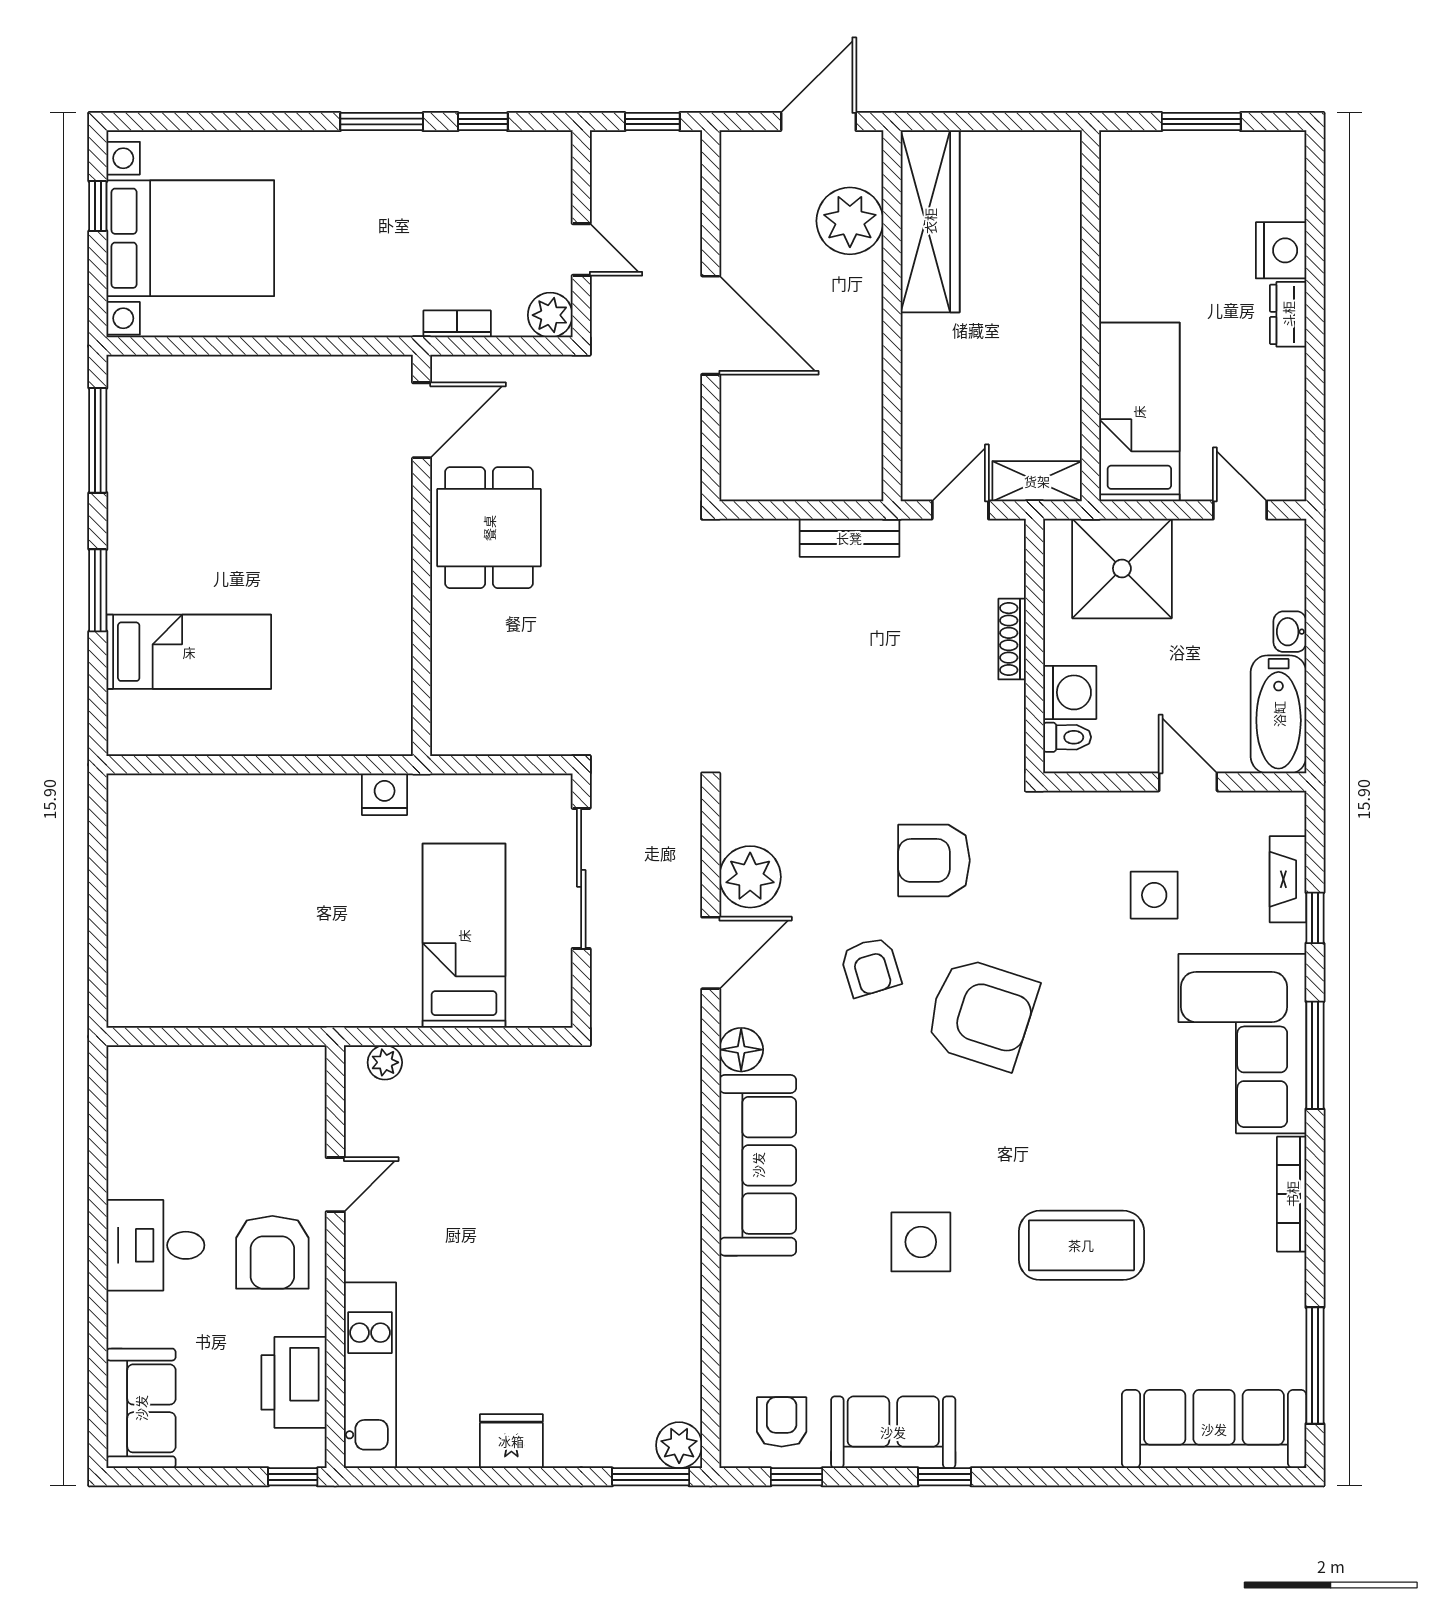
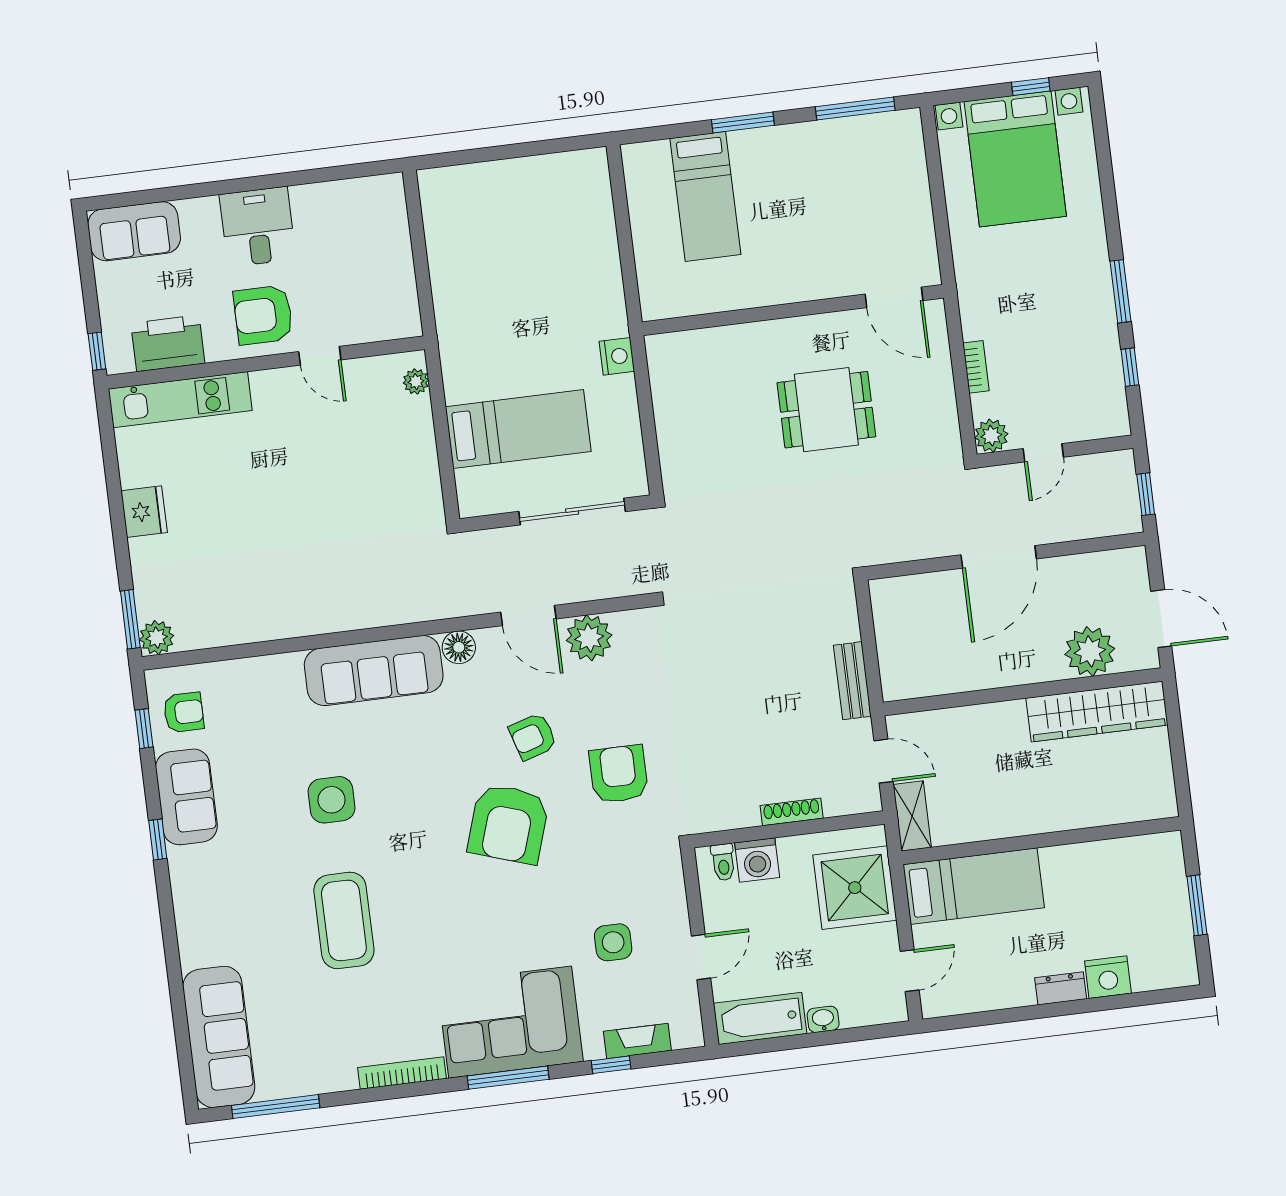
door: (422, 420) -> (894, 297), moved
wall: (422, 555) -> (793, 310), moved

